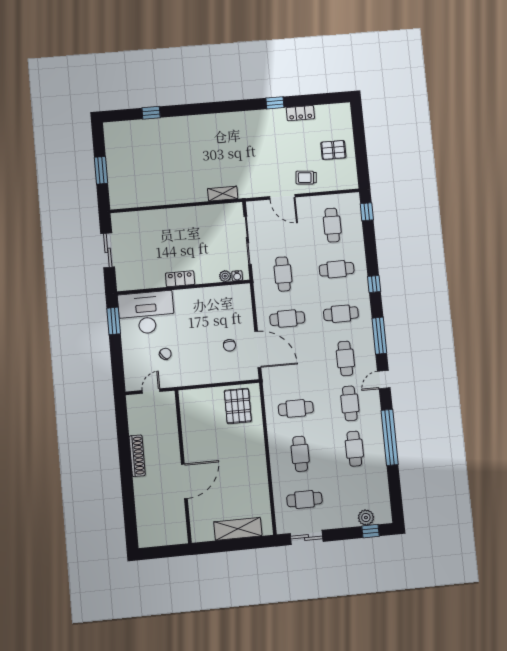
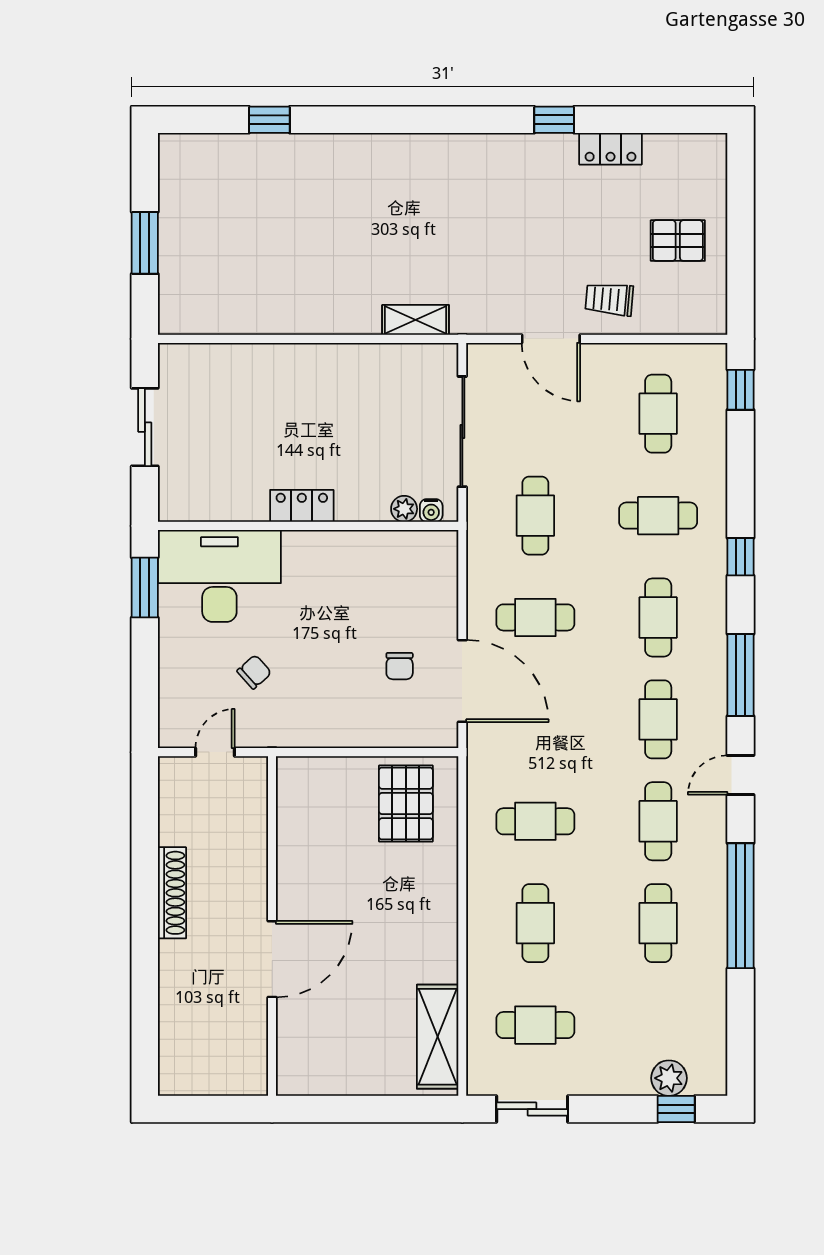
cafe table: (341, 314) -> (658, 617), turned 90
shelving: (238, 529) -> (438, 1037), moved, turned 90

